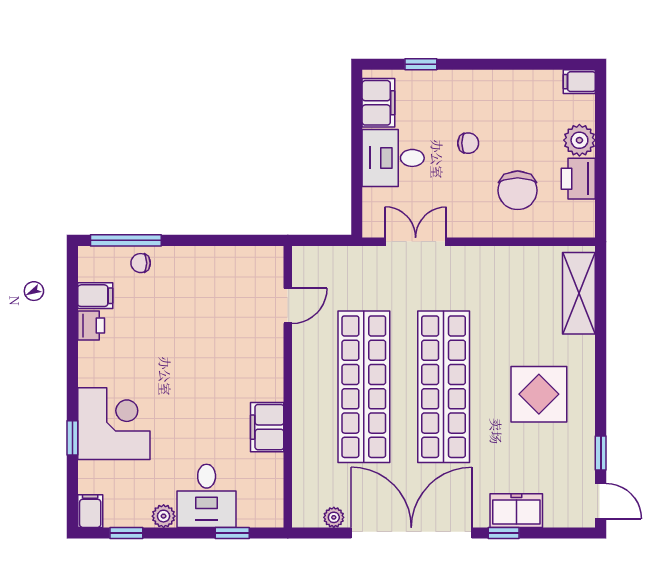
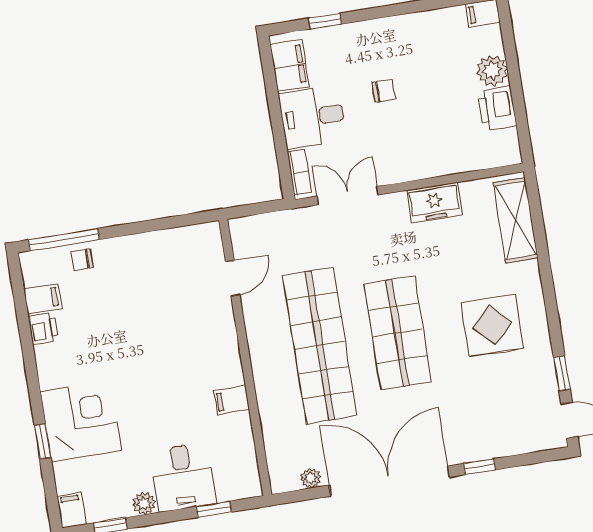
chair: (518, 190) -> (439, 129), removed
bookcase: (371, 211) -> (299, 172), added
shop shelf: (444, 387) -> (398, 333), width x0.71
filing cabinet: (267, 427) -> (231, 400), width x0.50
freezer: (516, 511) -> (434, 203), moved, turned 180

